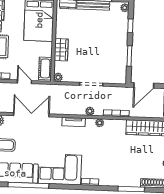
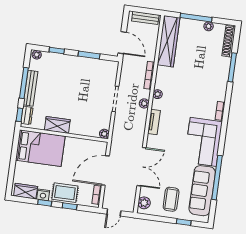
wardrobe: (61, 50) -> (57, 125), moved
cot: (45, 68) -> (93, 147), removed
door: (24, 82) -> (105, 171), width x1.88
double door: (31, 115) -> (142, 167), swing flipped

